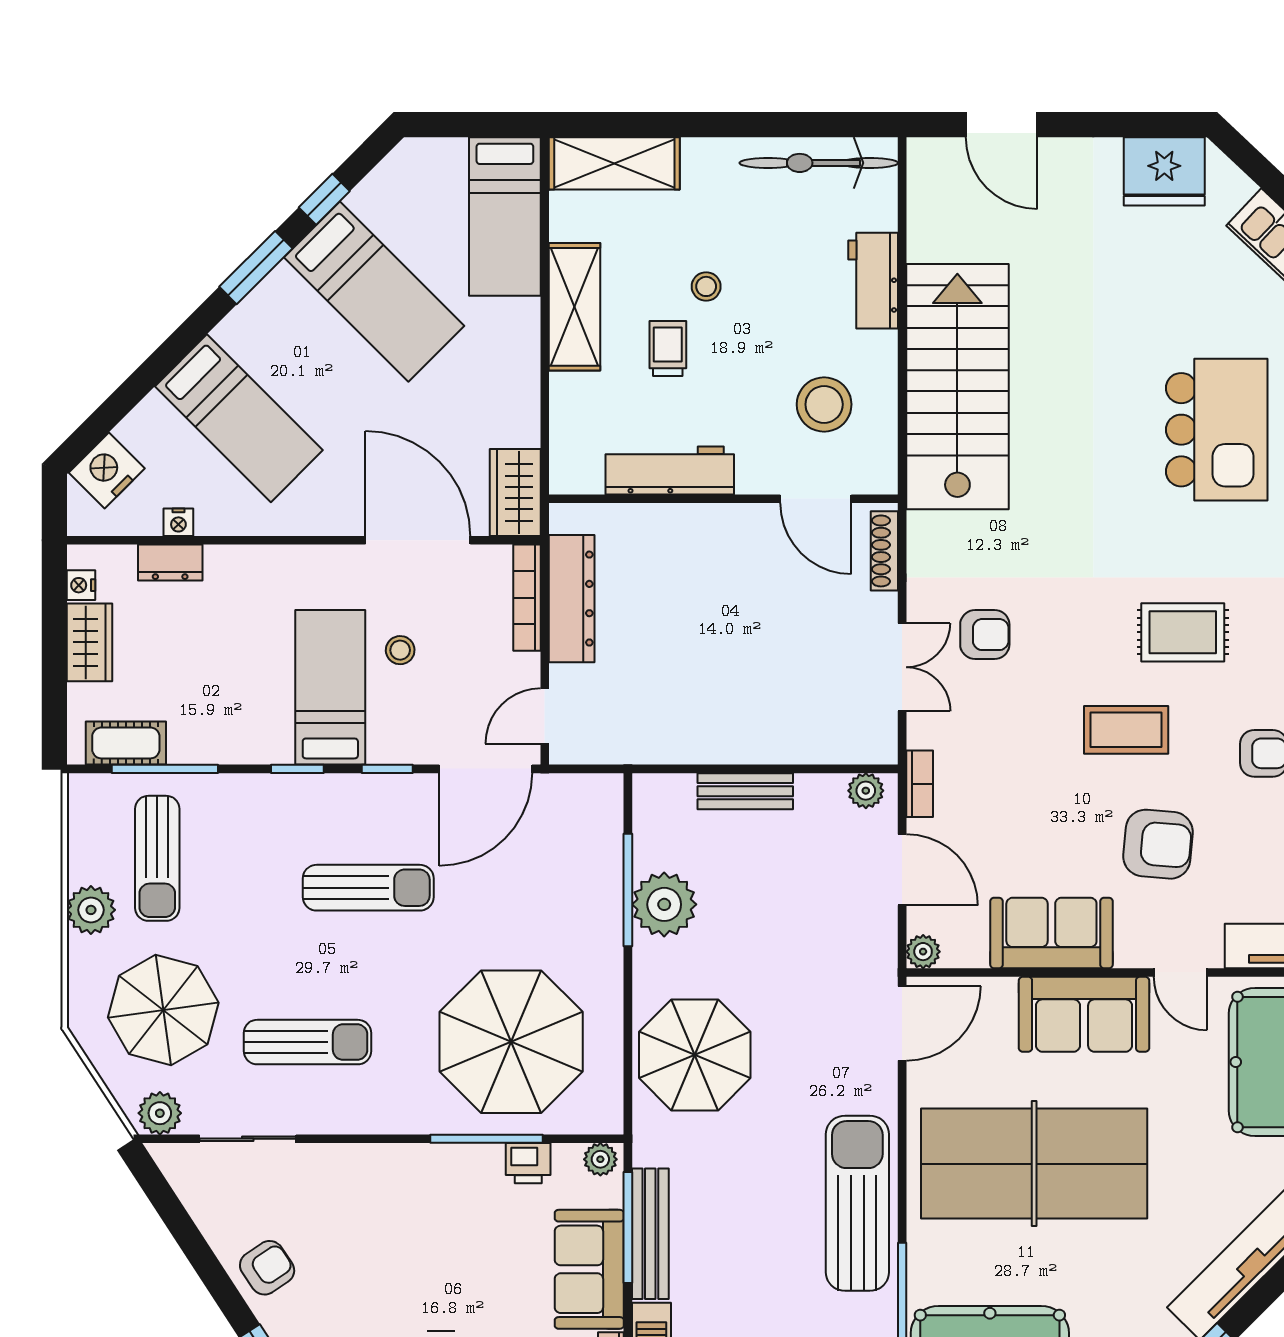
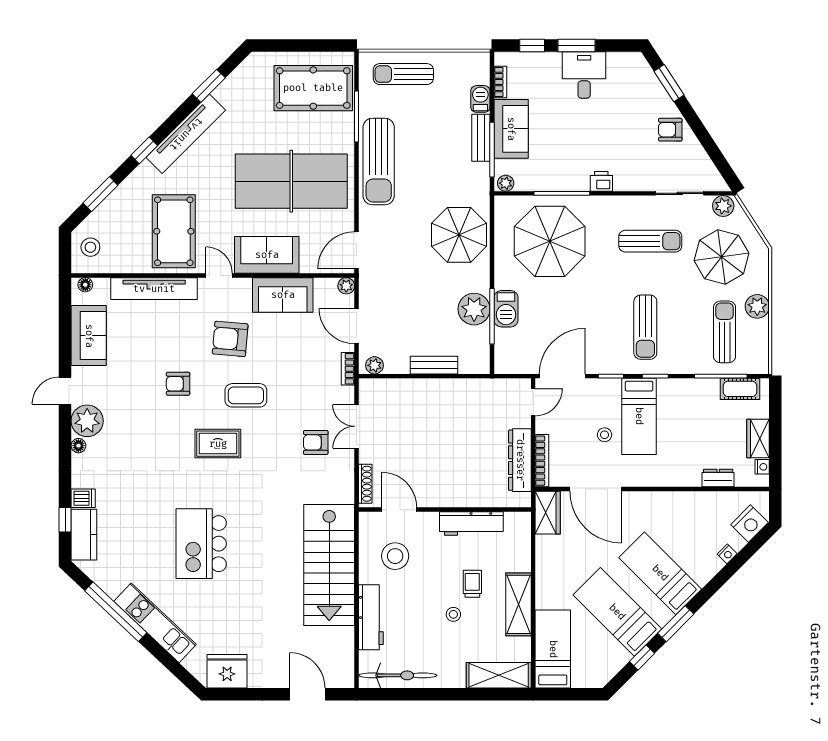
workbench: (873, 281) -> (371, 617), width x1.38
trolley: (668, 348) -> (472, 584), turned 180
bed: (239, 418) -> (660, 573), moved
nightstand: (178, 522) -> (727, 554), moved, turned 135
sun lounger: (368, 888) -> (645, 327), moved, turned -90
barbecue: (600, 905) -> (506, 309), added
sun lounger: (307, 1042) -> (650, 241), turned 180
printer: (528, 1163) -> (601, 181), moved
bench: (650, 1234) -> (481, 138), width x0.73
armchair: (267, 1268) -> (670, 130), turned 34

